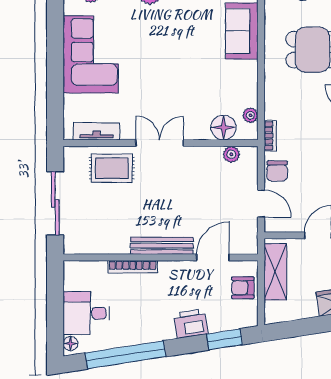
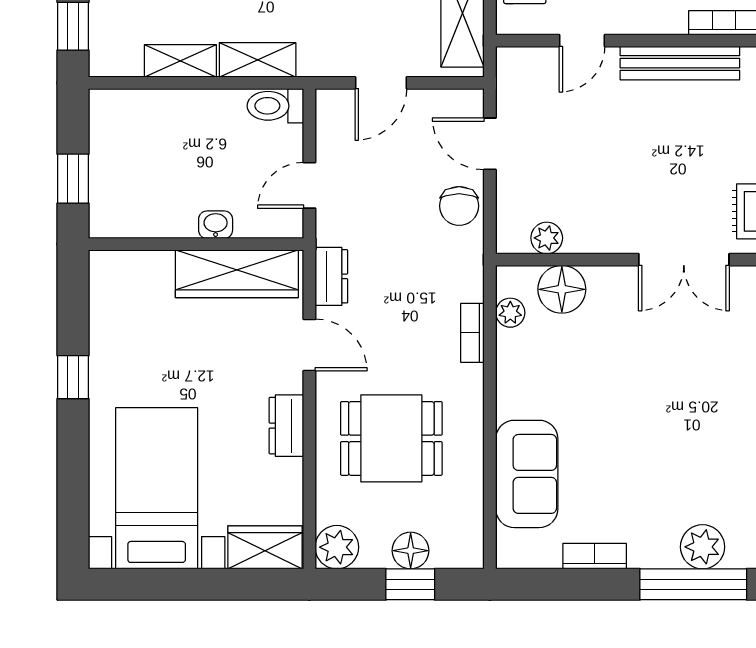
bookcase: (270, 136) -> (472, 333), moved
chair: (277, 171) -> (459, 206), turned 180
door: (213, 257) -> (582, 41), width x0.73

